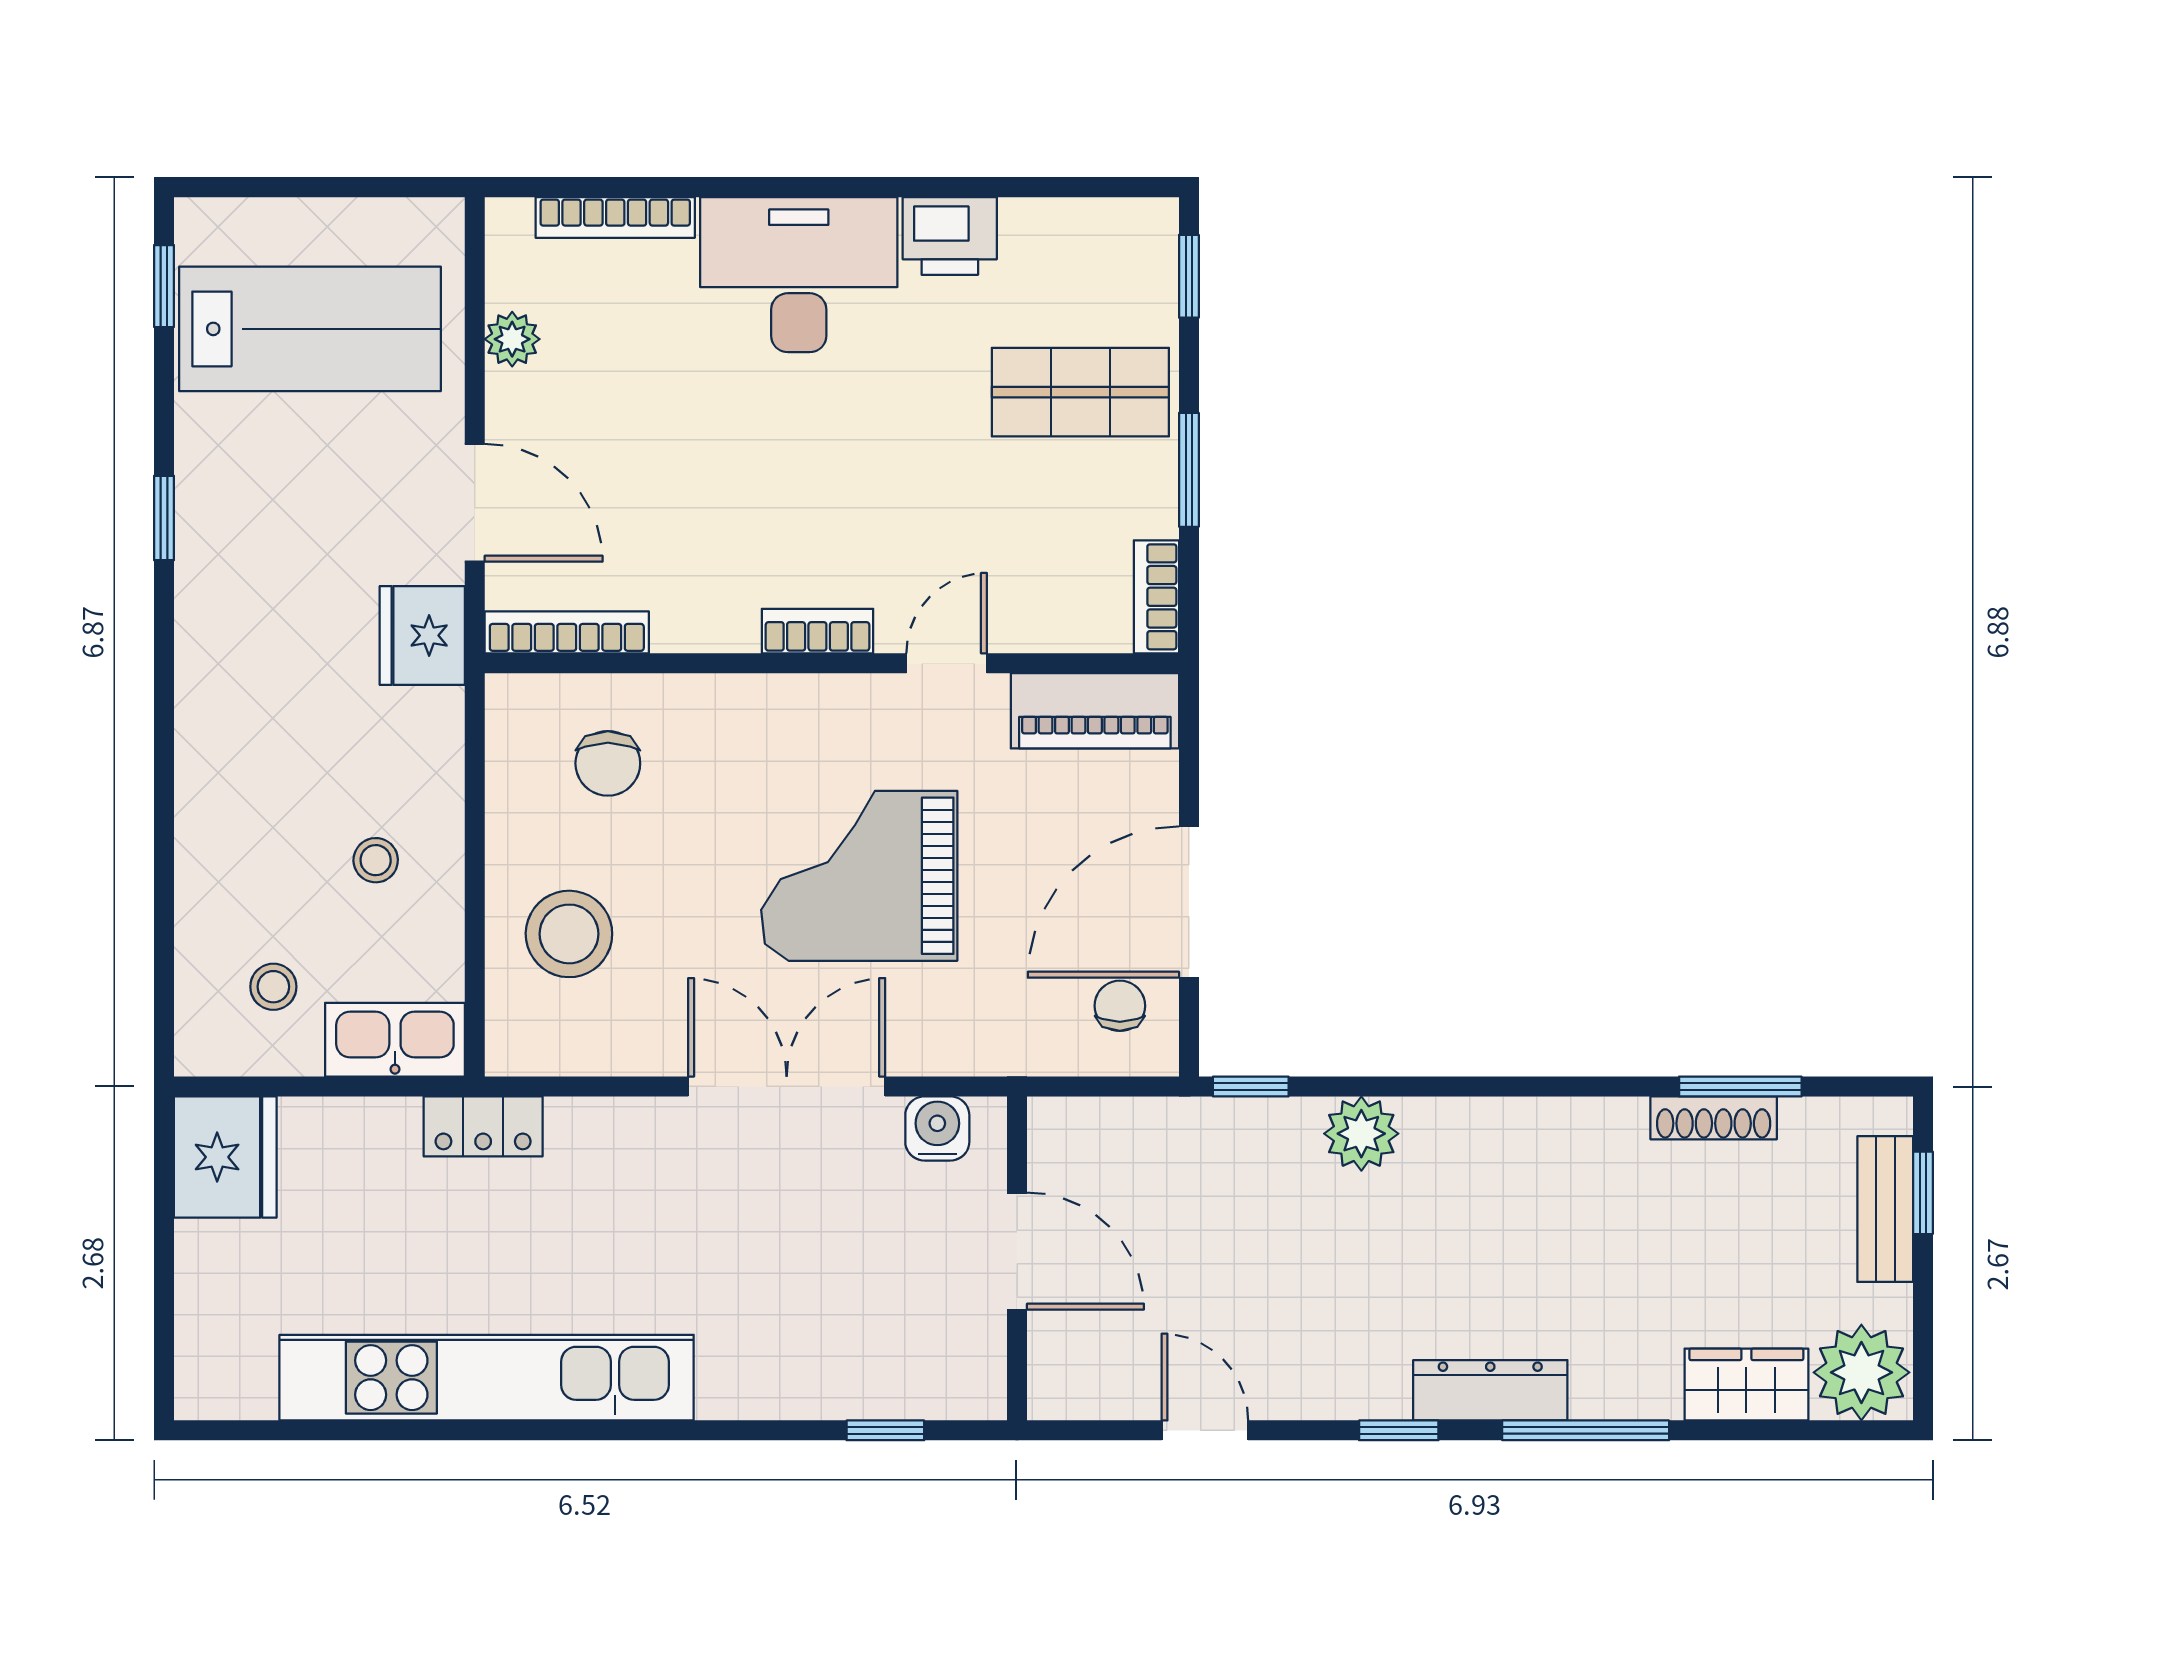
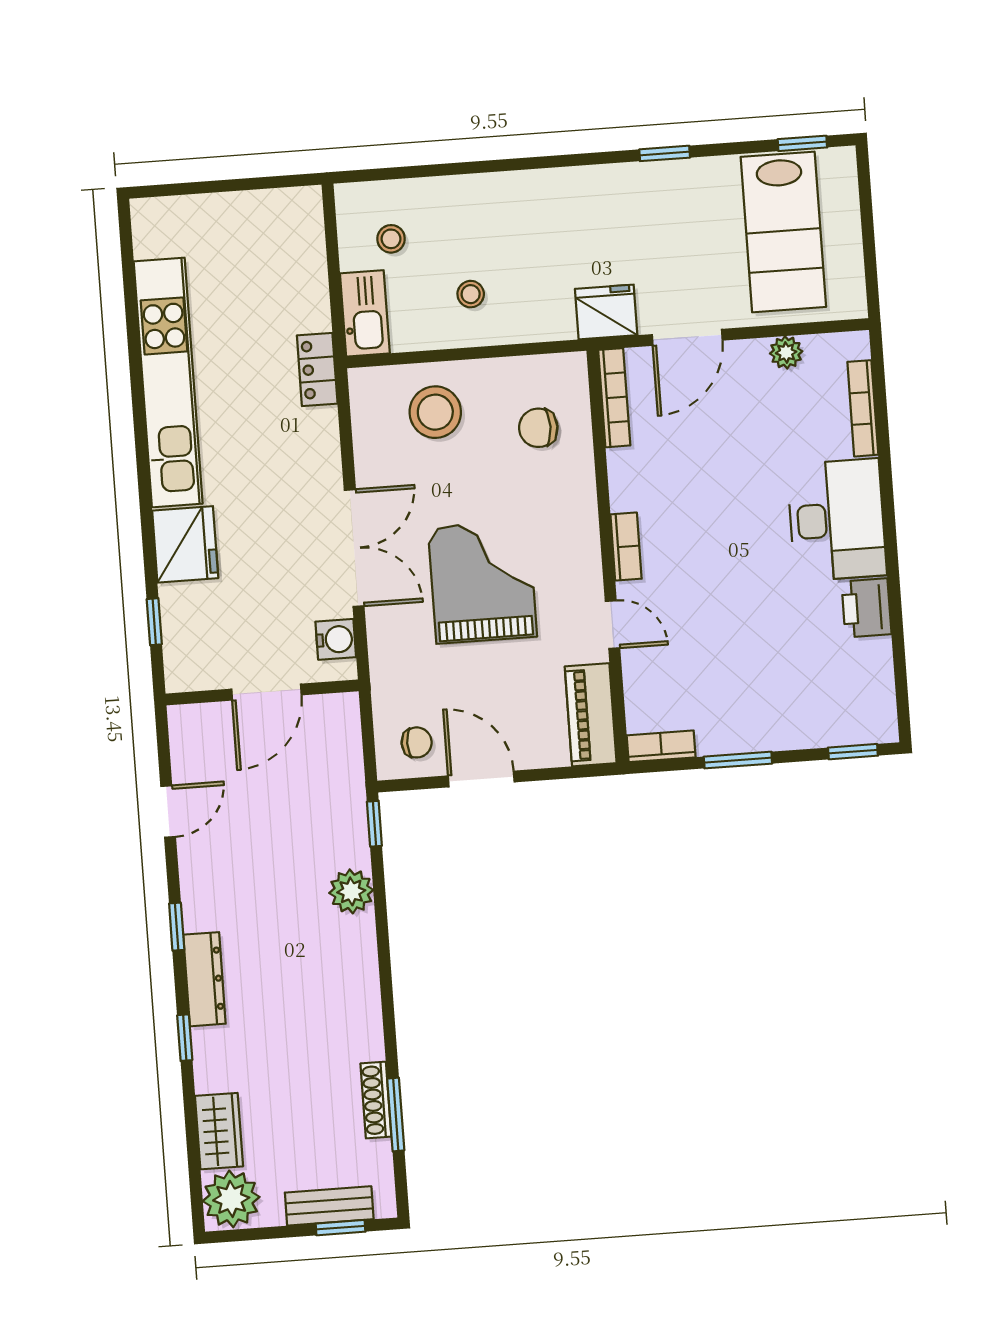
shop shelf: (1080, 392) -> (779, 692), removed
door: (1189, 902) -> (481, 779), width x0.73
fridge: (225, 1157) -> (185, 544), moved, turned -90
window: (1586, 1430) -> (185, 1038), width x0.46

